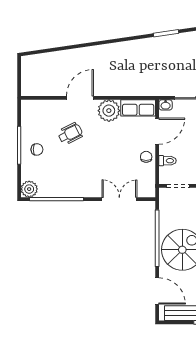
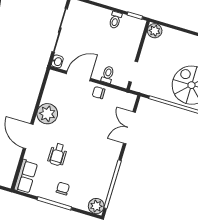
row of seats: (138, 108) -> (26, 176), moved
door: (157, 131) -> (78, 76), hinge flipped
wheelchair: (70, 134) -> (58, 154), turned -153

